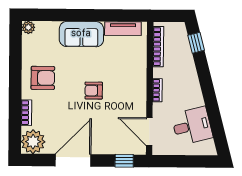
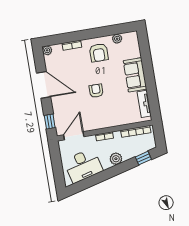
plant: (28, 27) -> (117, 39), moved
plant: (190, 80) -> (116, 159), added
desk: (192, 126) -> (83, 166), width x1.37
plant: (33, 142) -> (47, 50), width x0.53, depth x0.53

